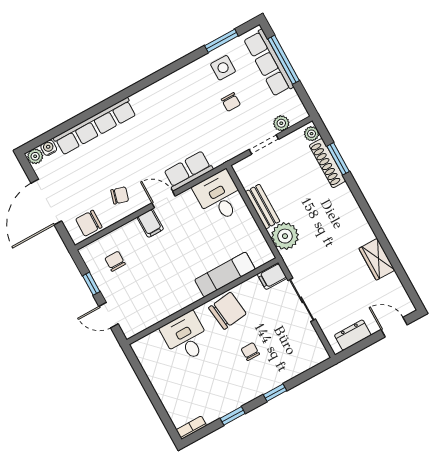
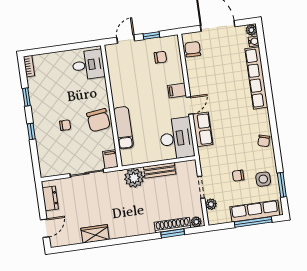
chair: (120, 195) -> (264, 141), moved
desk: (219, 197) -> (177, 138), width x1.37
desk: (186, 337) -> (88, 65), moved

